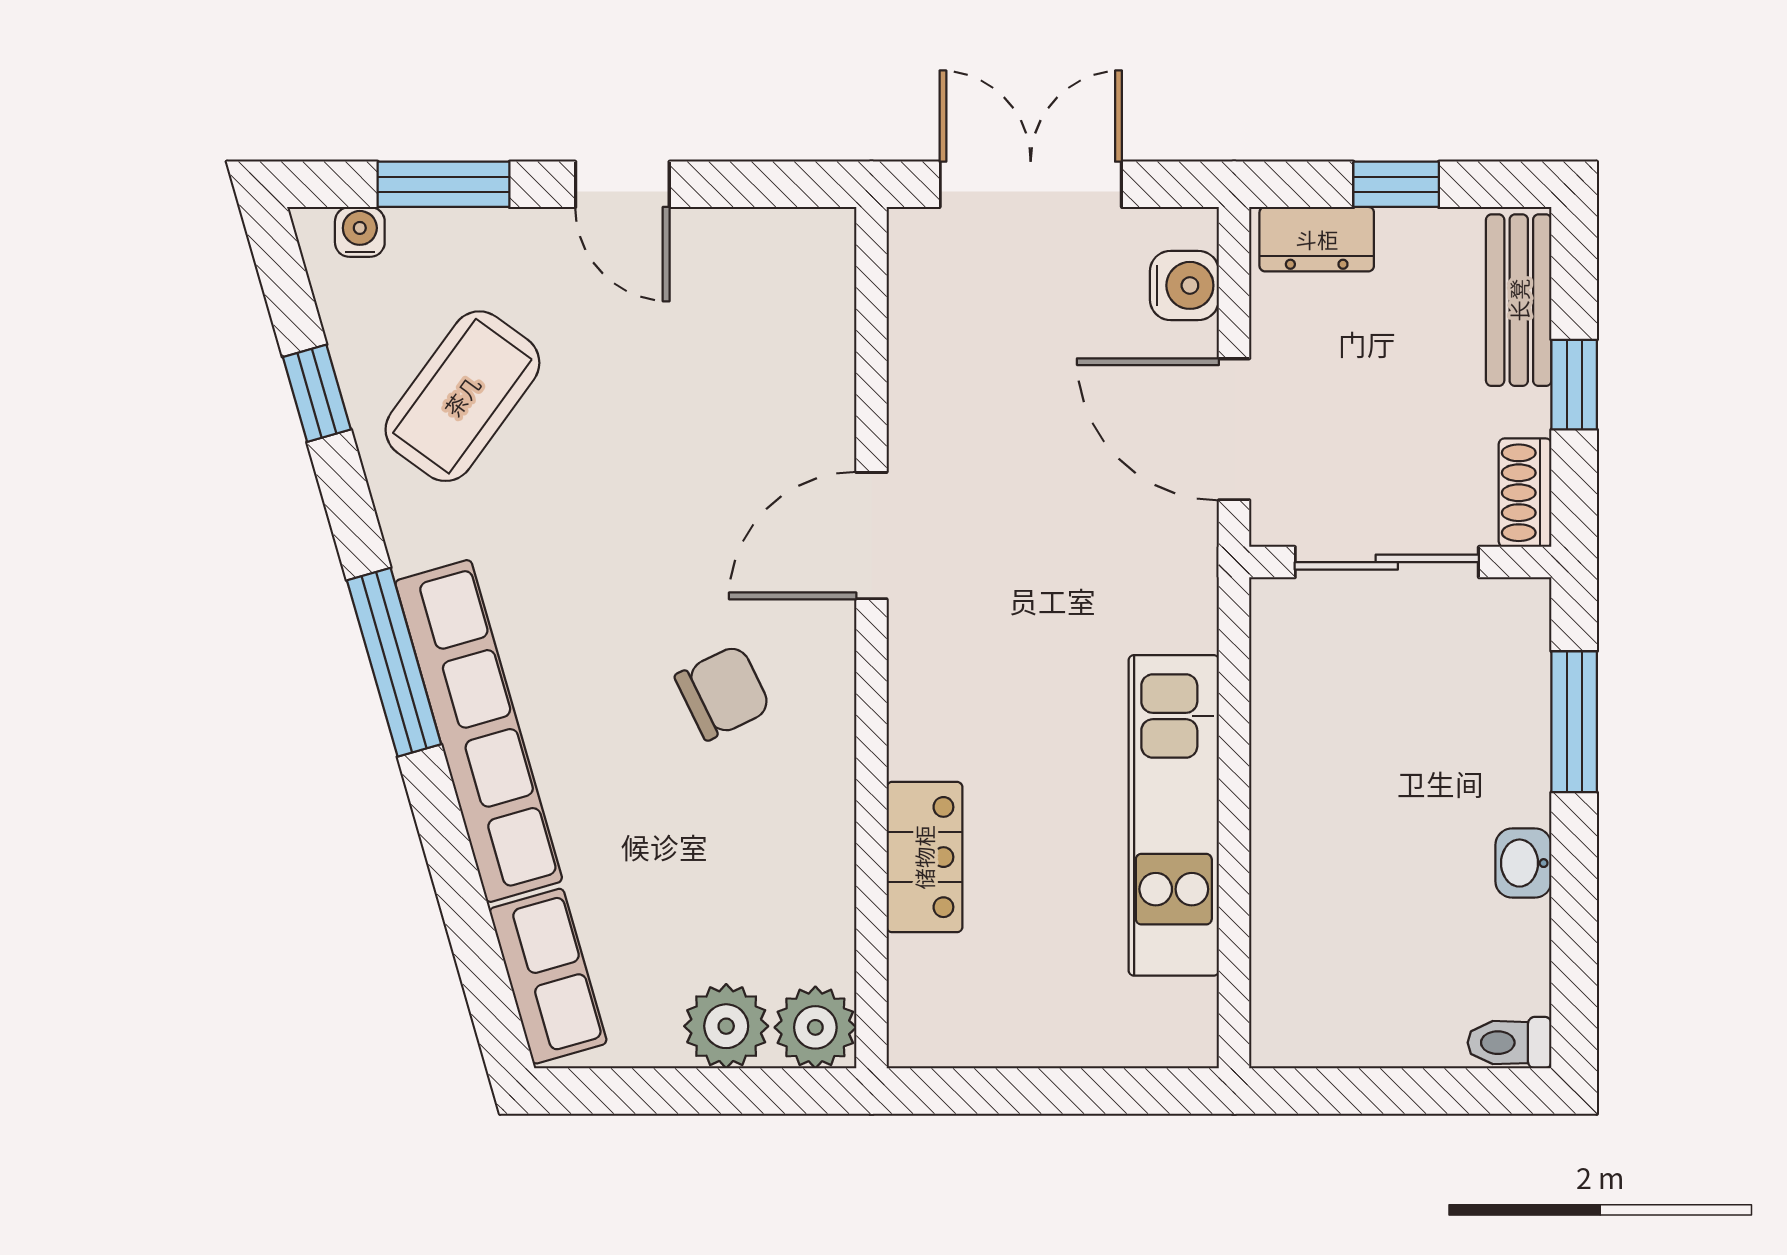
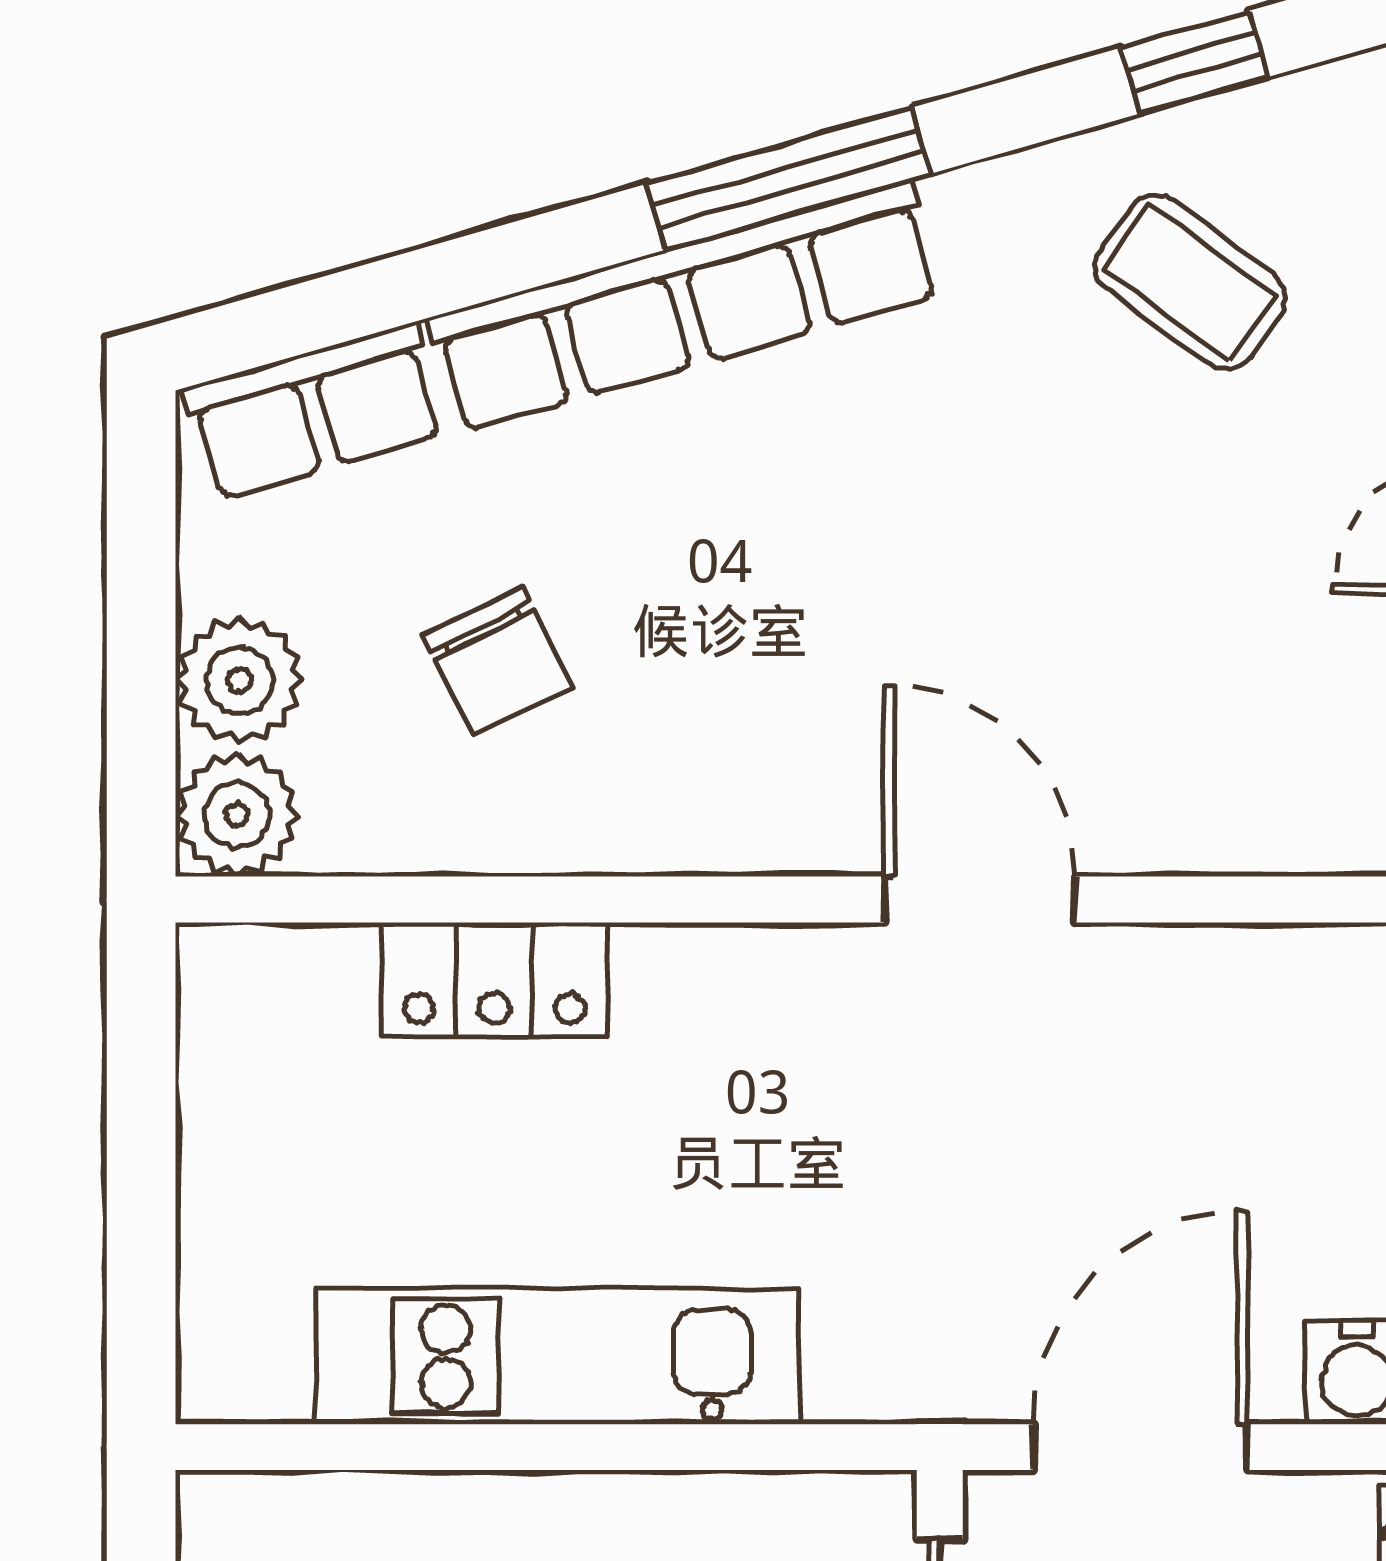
coffee table: (462, 396) -> (1190, 282), width x0.73, depth x0.77
chair: (723, 692) -> (497, 661), moved

